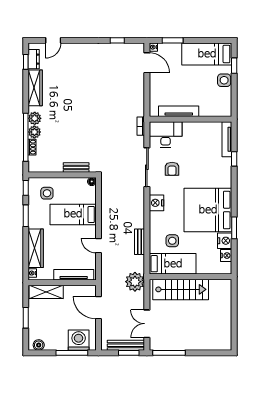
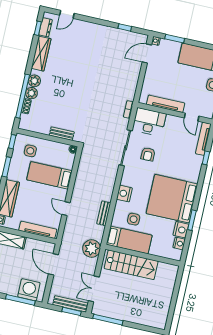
door: (147, 63) -> (147, 54), swing flipped
door: (209, 119) -> (192, 117), added
nightstand: (156, 203) -> (124, 194), moved

